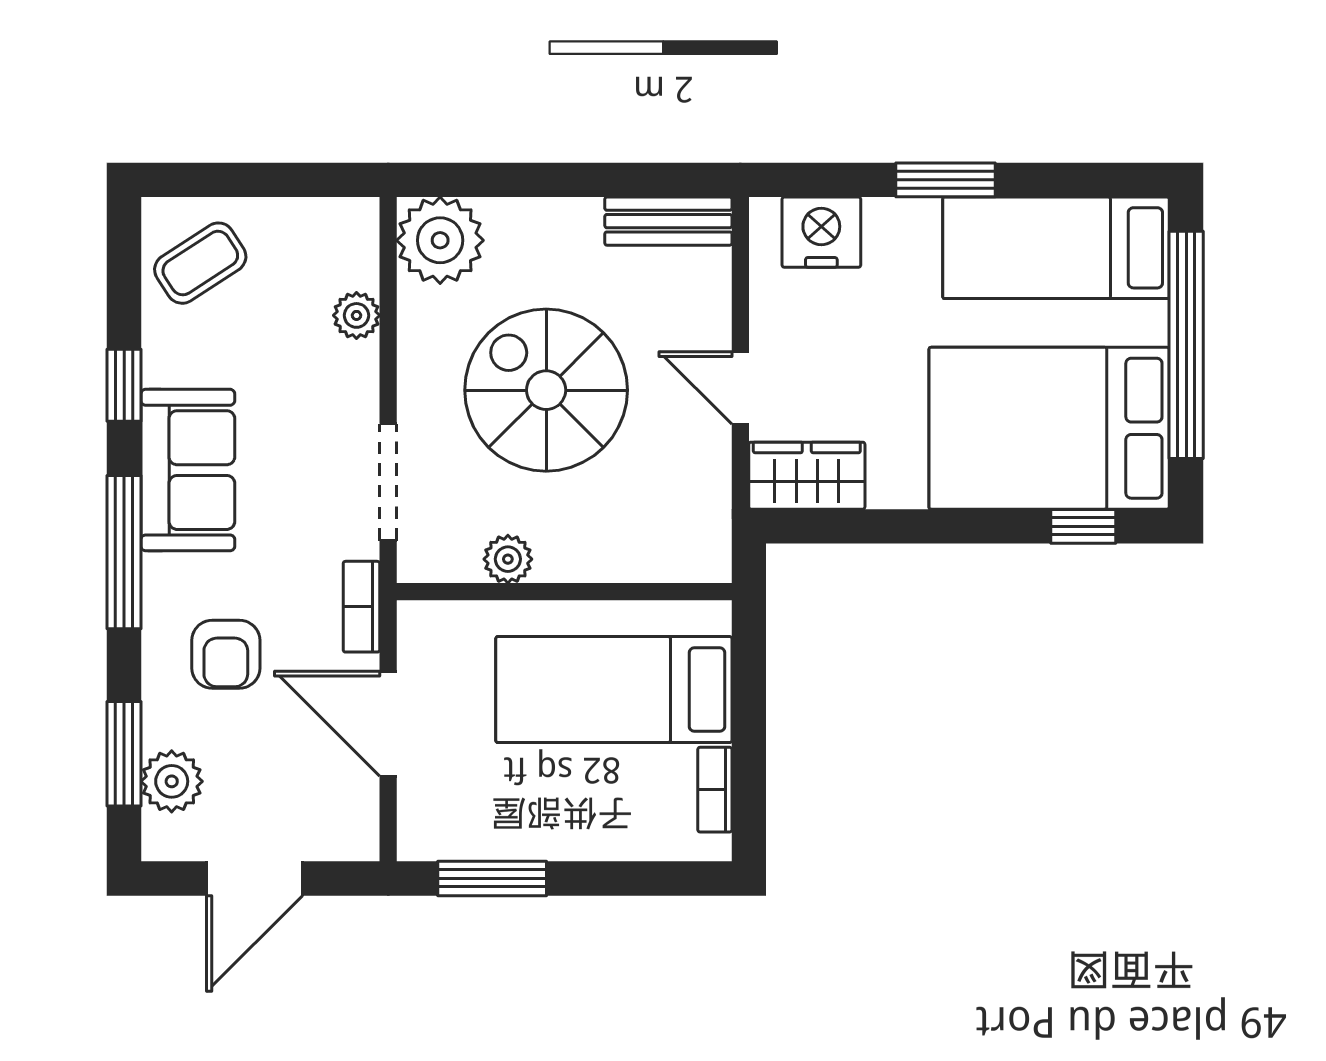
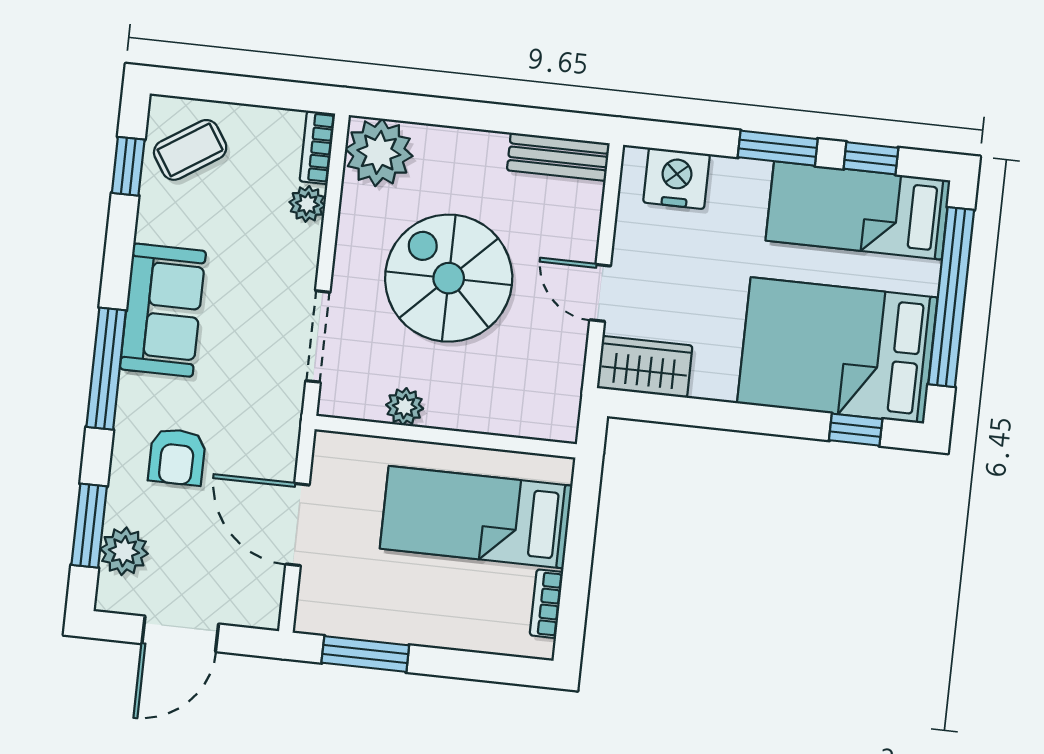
window: (1065, 180) -> (871, 158), added
window: (124, 385) -> (128, 166), moved
bookcase: (361, 607) -> (317, 147), moved

